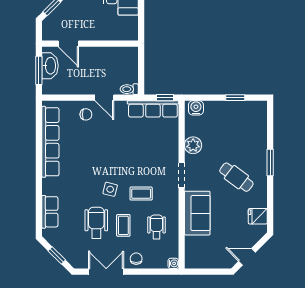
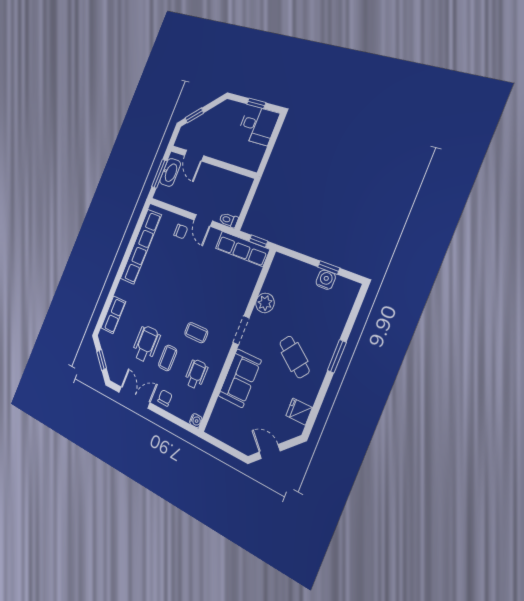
water cooler: (196, 108) -> (326, 280), moved
side table: (110, 189) -> (171, 316), removed

